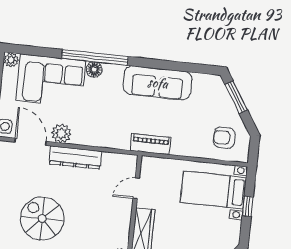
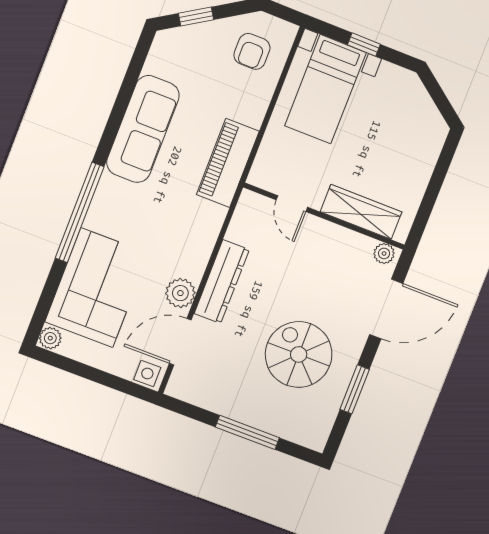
floor lamp: (94, 69) -> (97, 218), removed
window: (236, 97) -> (196, 17), width x0.67
piano: (151, 144) -> (228, 163), width x1.37, depth x1.33
spiral stairs: (42, 219) -> (299, 354), turned 90

